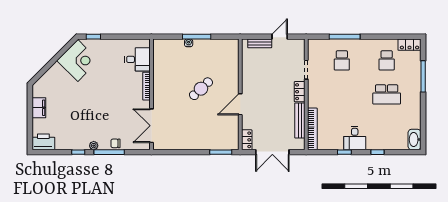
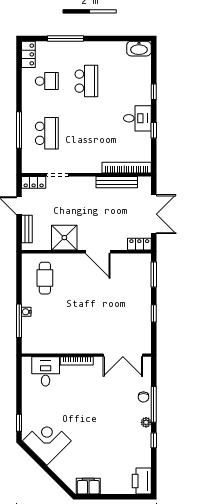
window: (197, 37) -> (19, 321), moved
school desk: (342, 60) -> (47, 133), width x1.85
shower: (252, 75) -> (64, 238), added
cafe table: (201, 89) -> (45, 278), moved, turned 43
locker: (300, 92) -> (34, 182), moved
filing cabinet: (39, 108) -> (88, 486), moved
window: (187, 152) -> (154, 313), added

